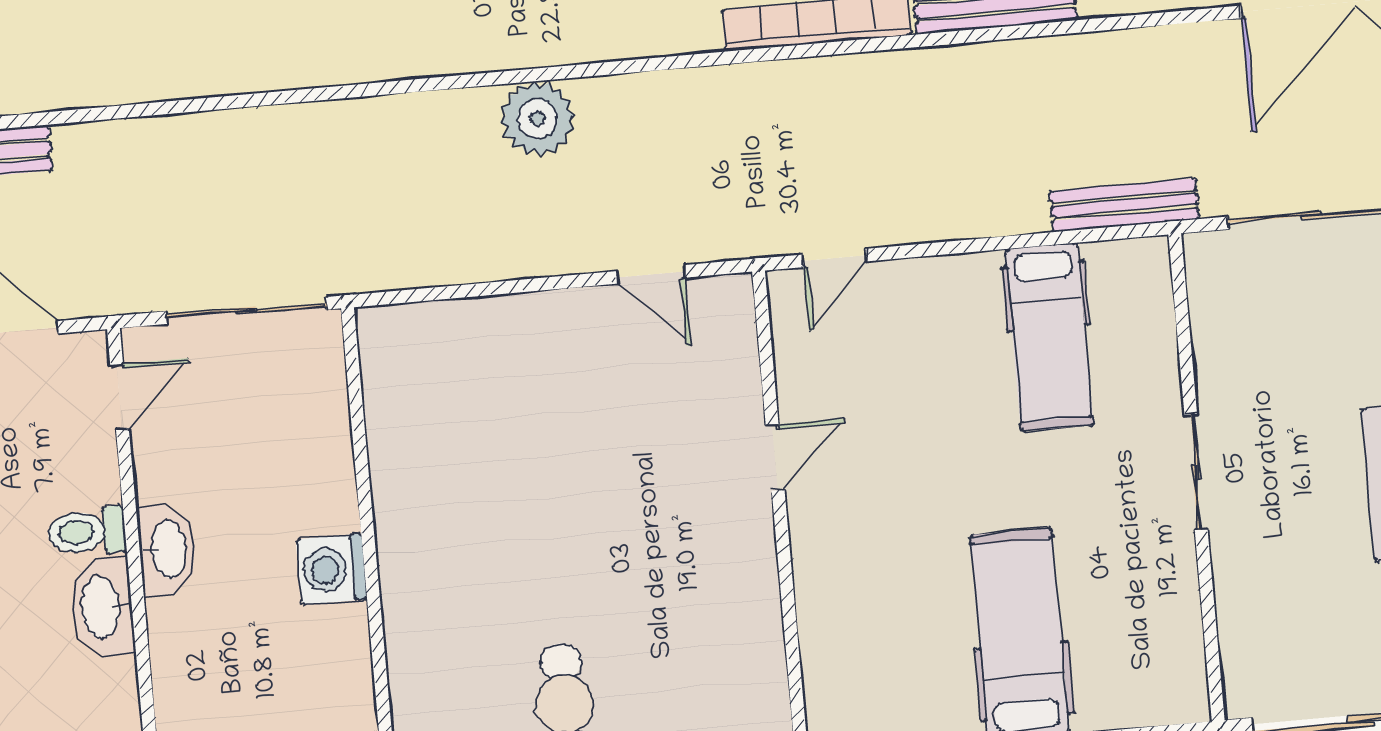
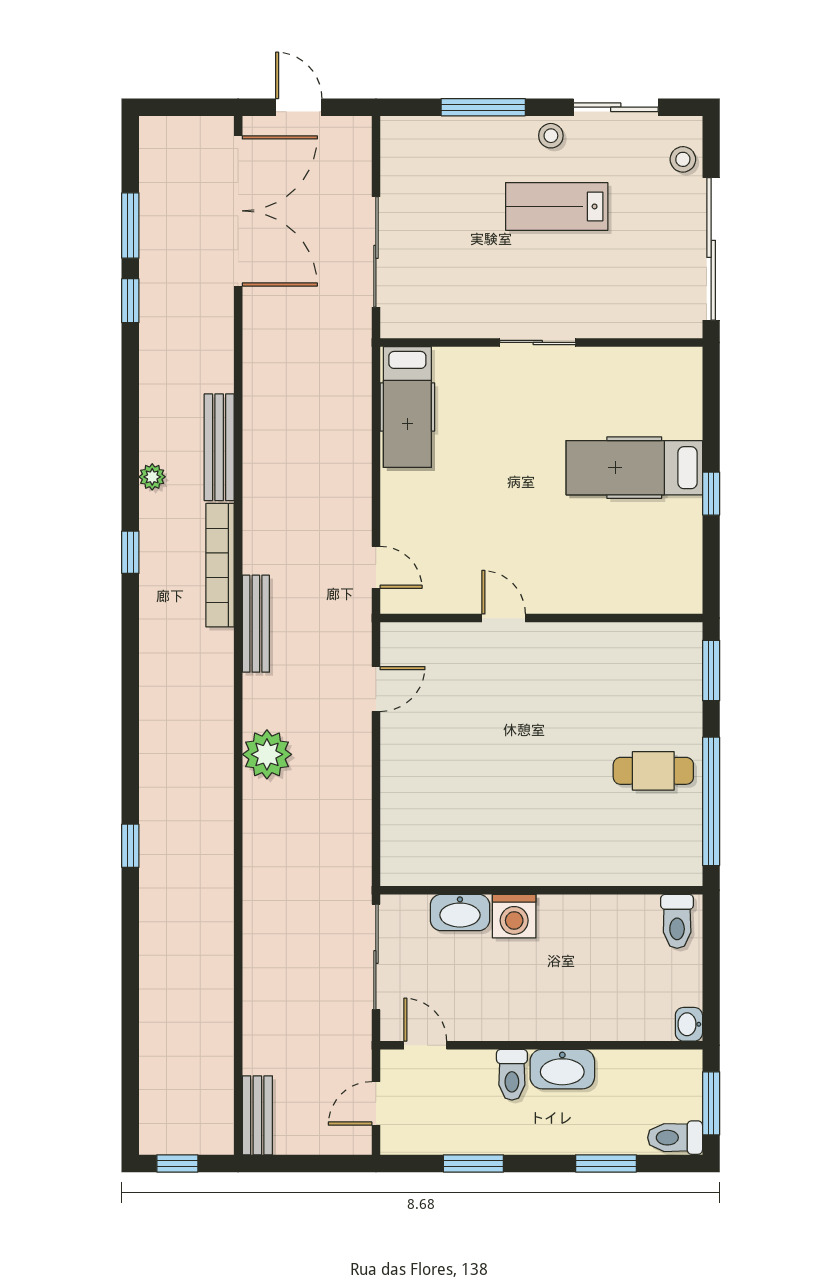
bench: (1124, 205) -> (256, 624), moved
hospital bed: (1049, 337) -> (407, 407), moved, turned 90
washbasin: (167, 550) -> (460, 913), moved, turned 180
washing machine: (331, 569) -> (514, 916), moved

